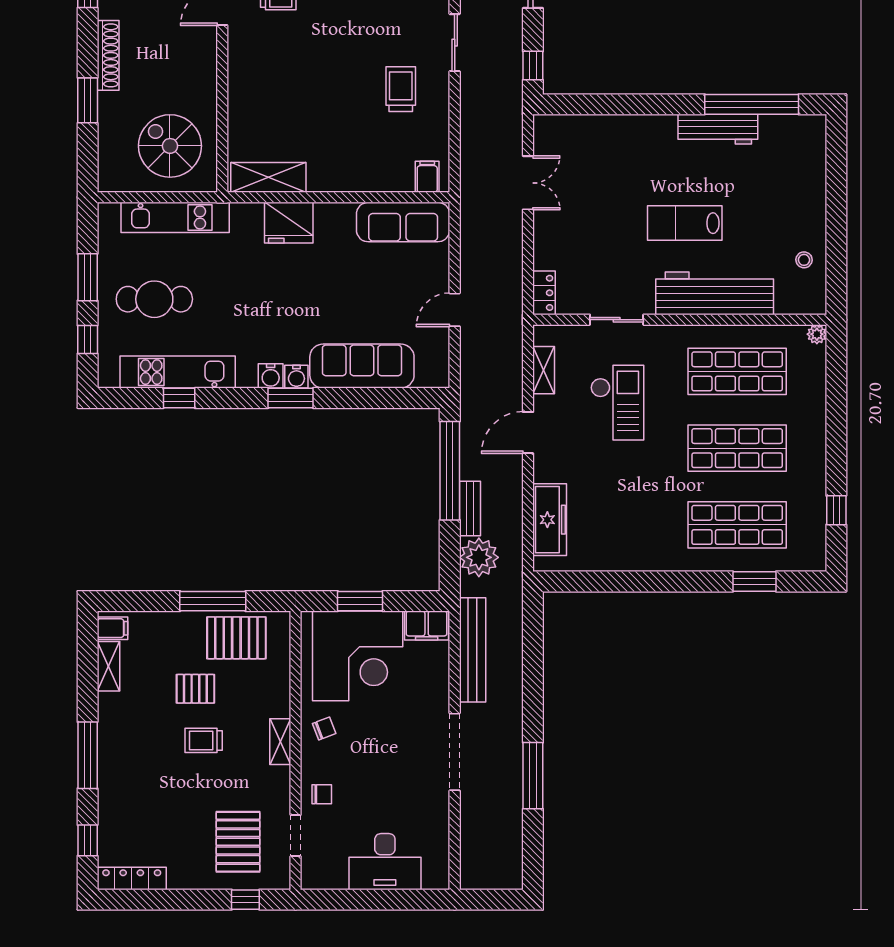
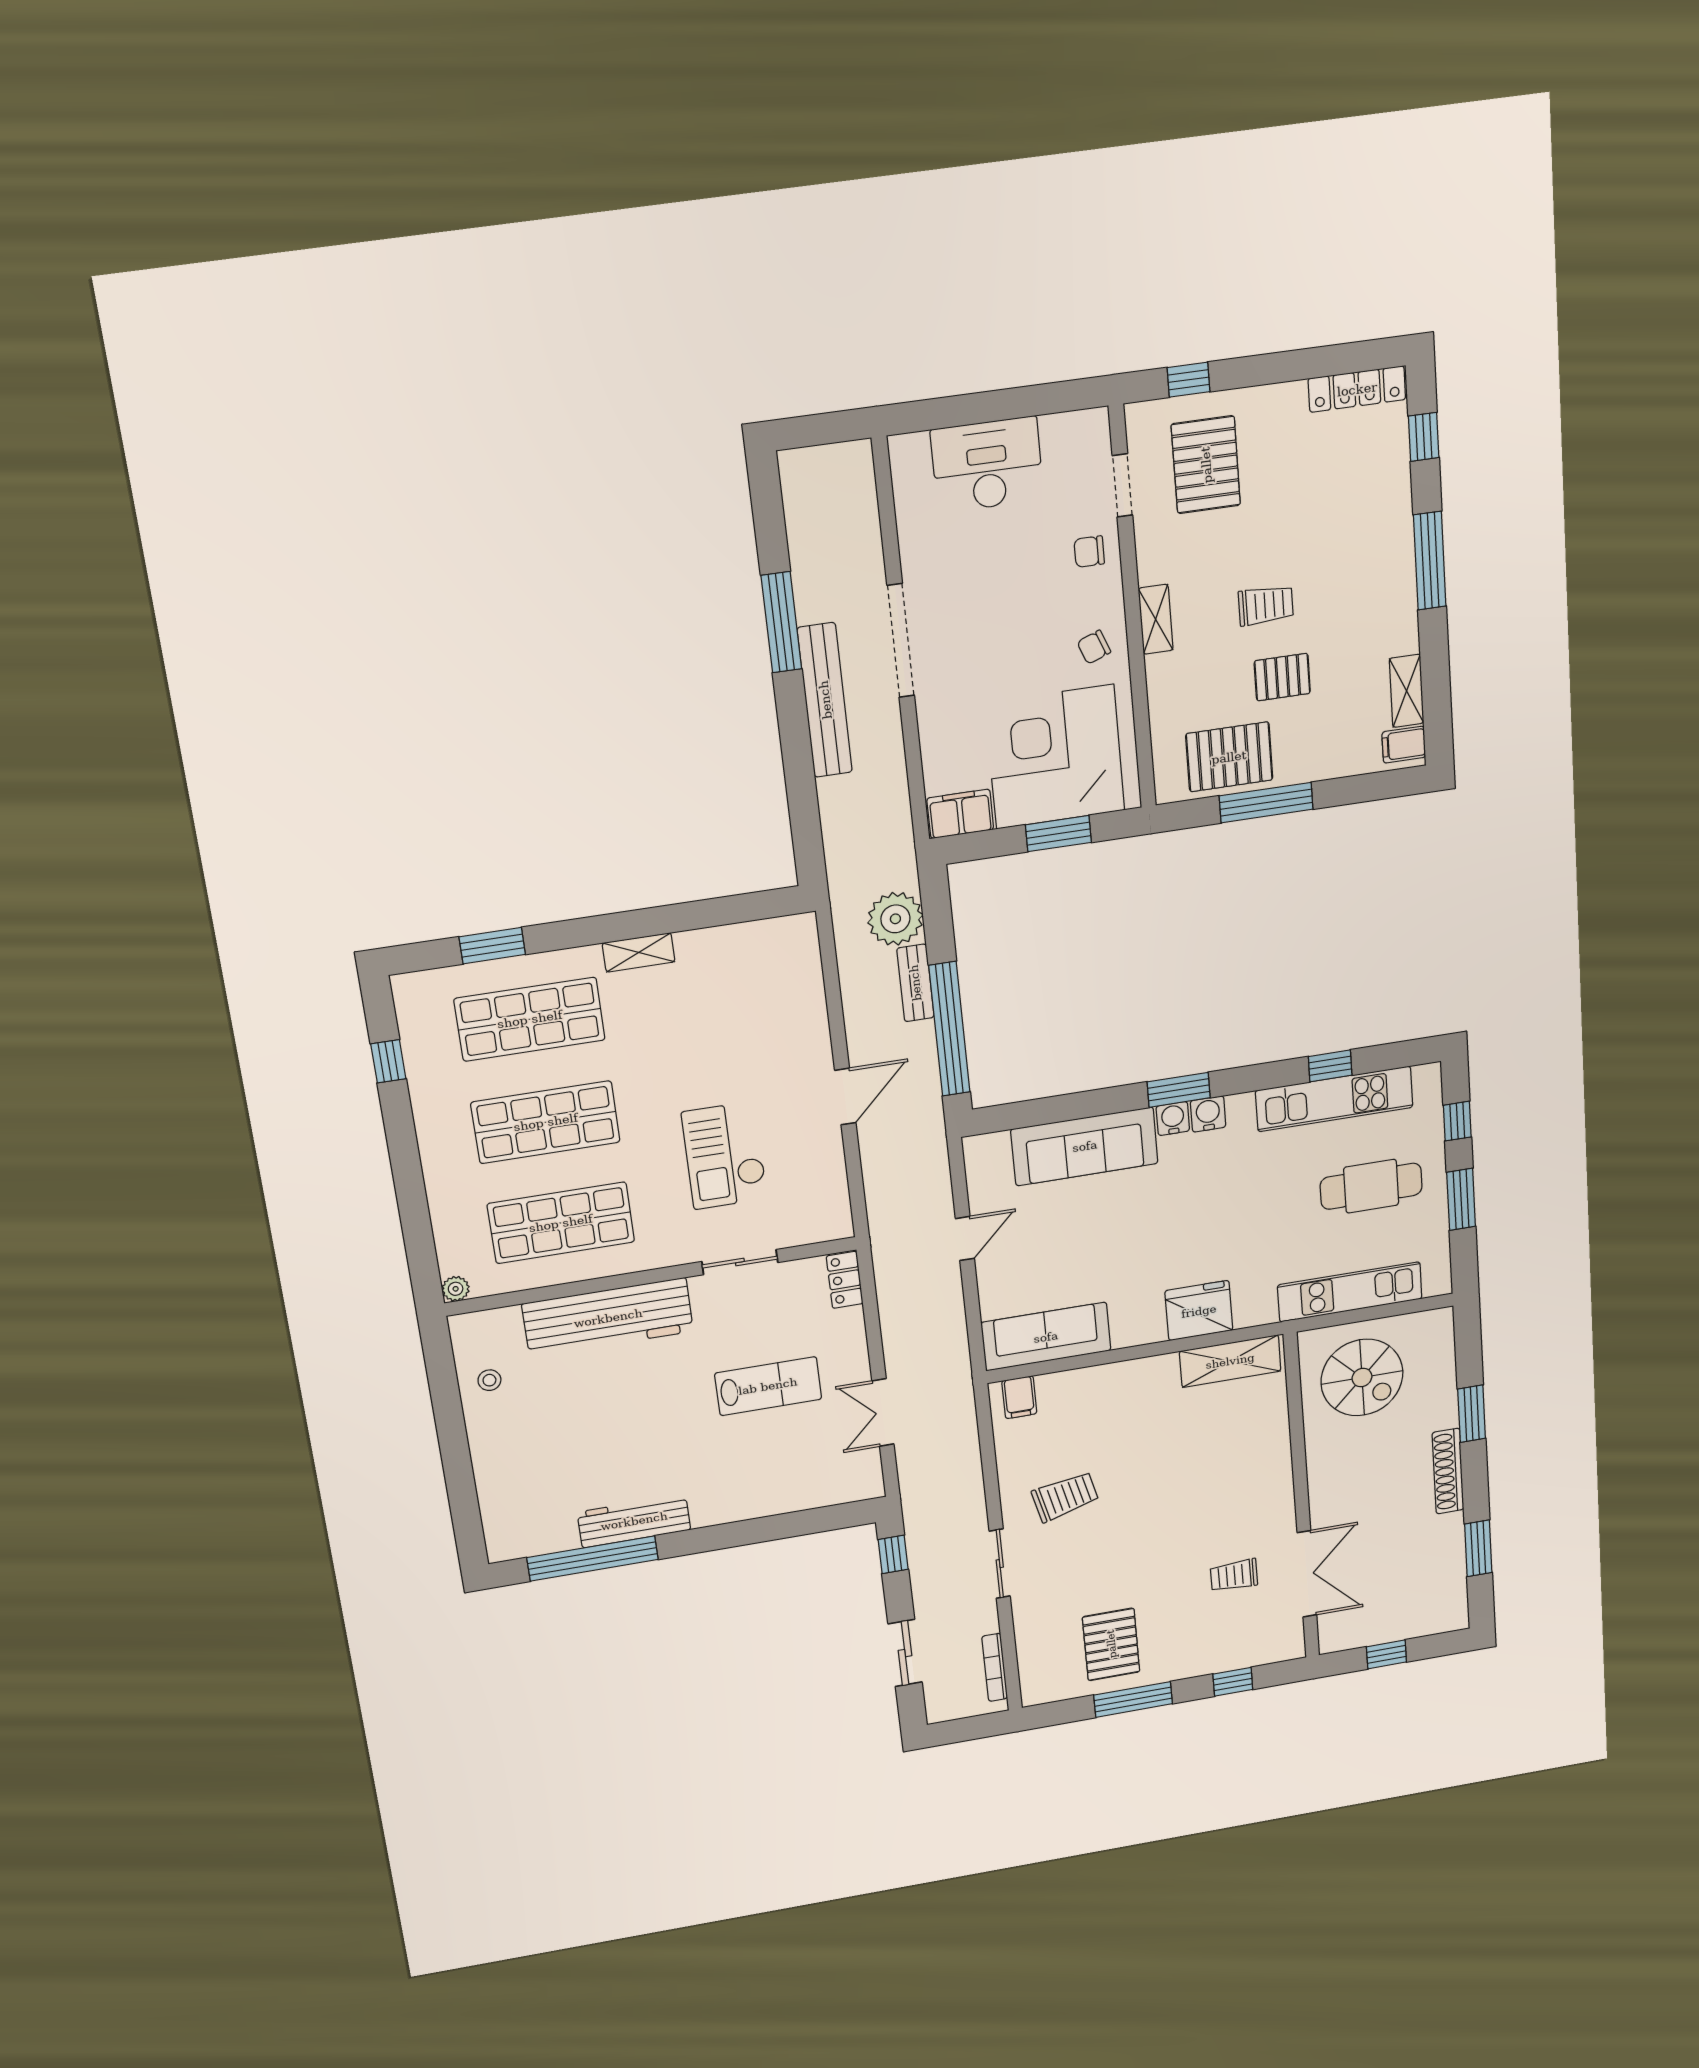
trolley: (401, 89) -> (1065, 1497), turned -103
lab bench: (685, 223) -> (768, 1386), moved
shelving: (544, 370) -> (639, 952), moved, turned 90
freezer: (550, 520) -> (801, 985), removed
bench: (473, 650) -> (825, 700), moved

